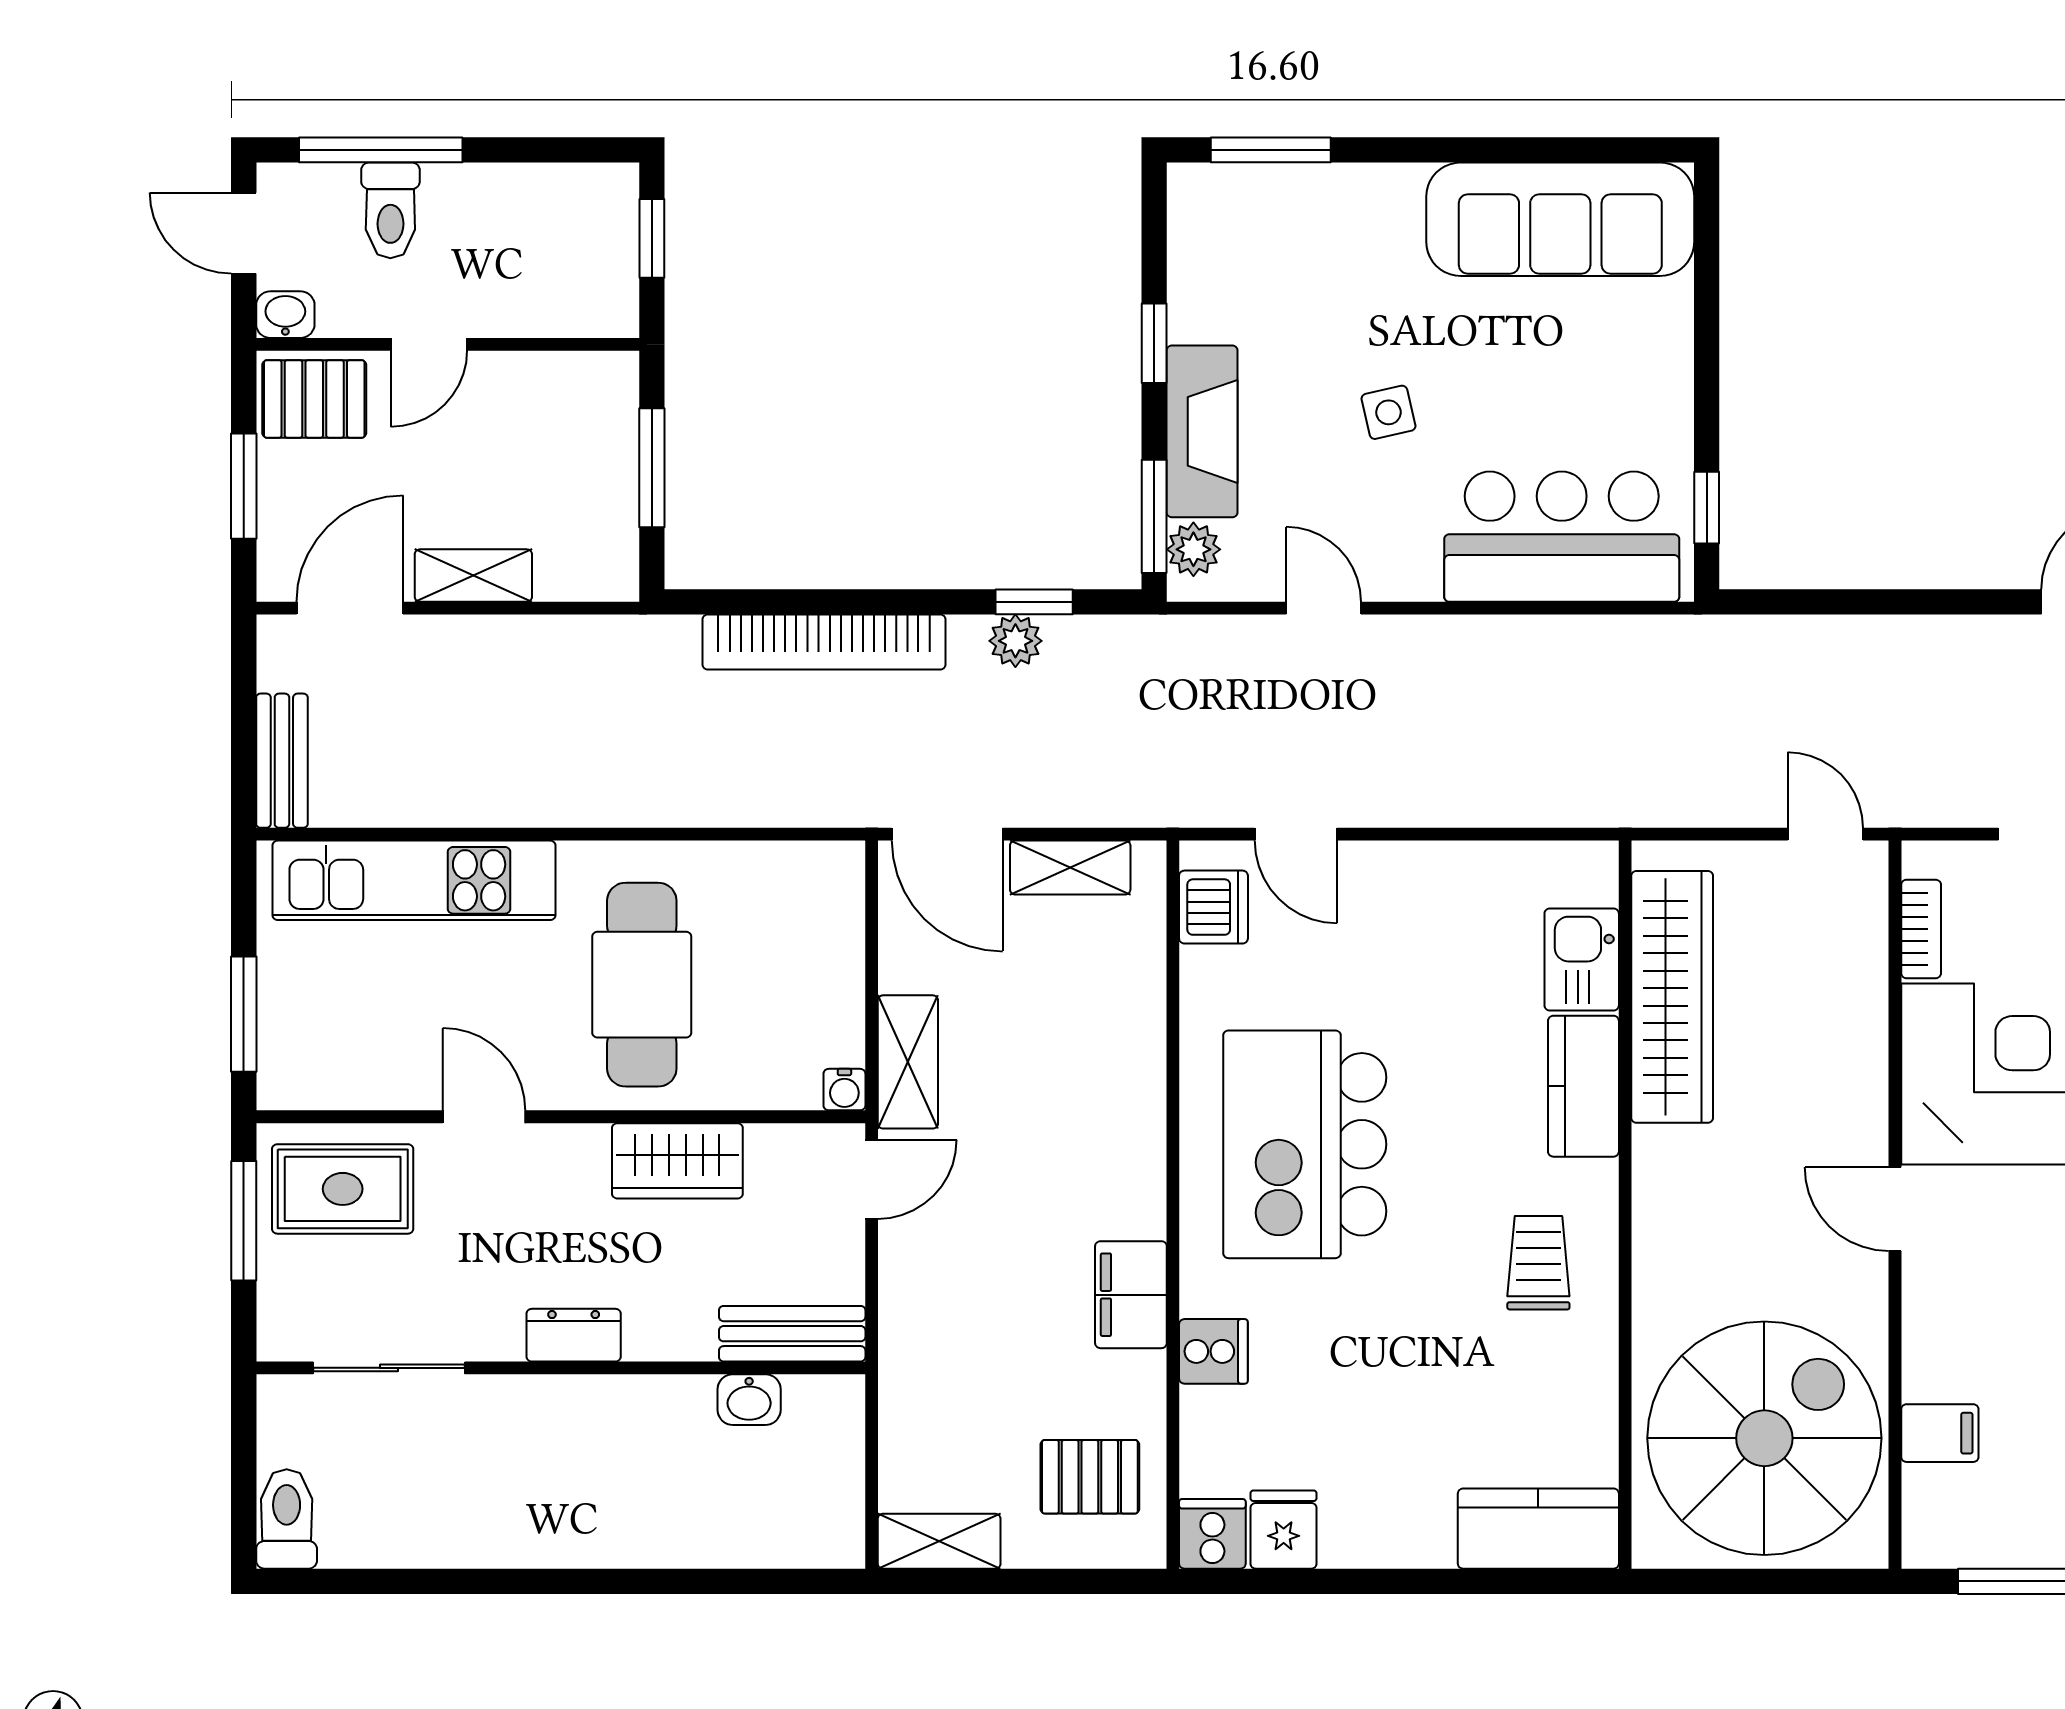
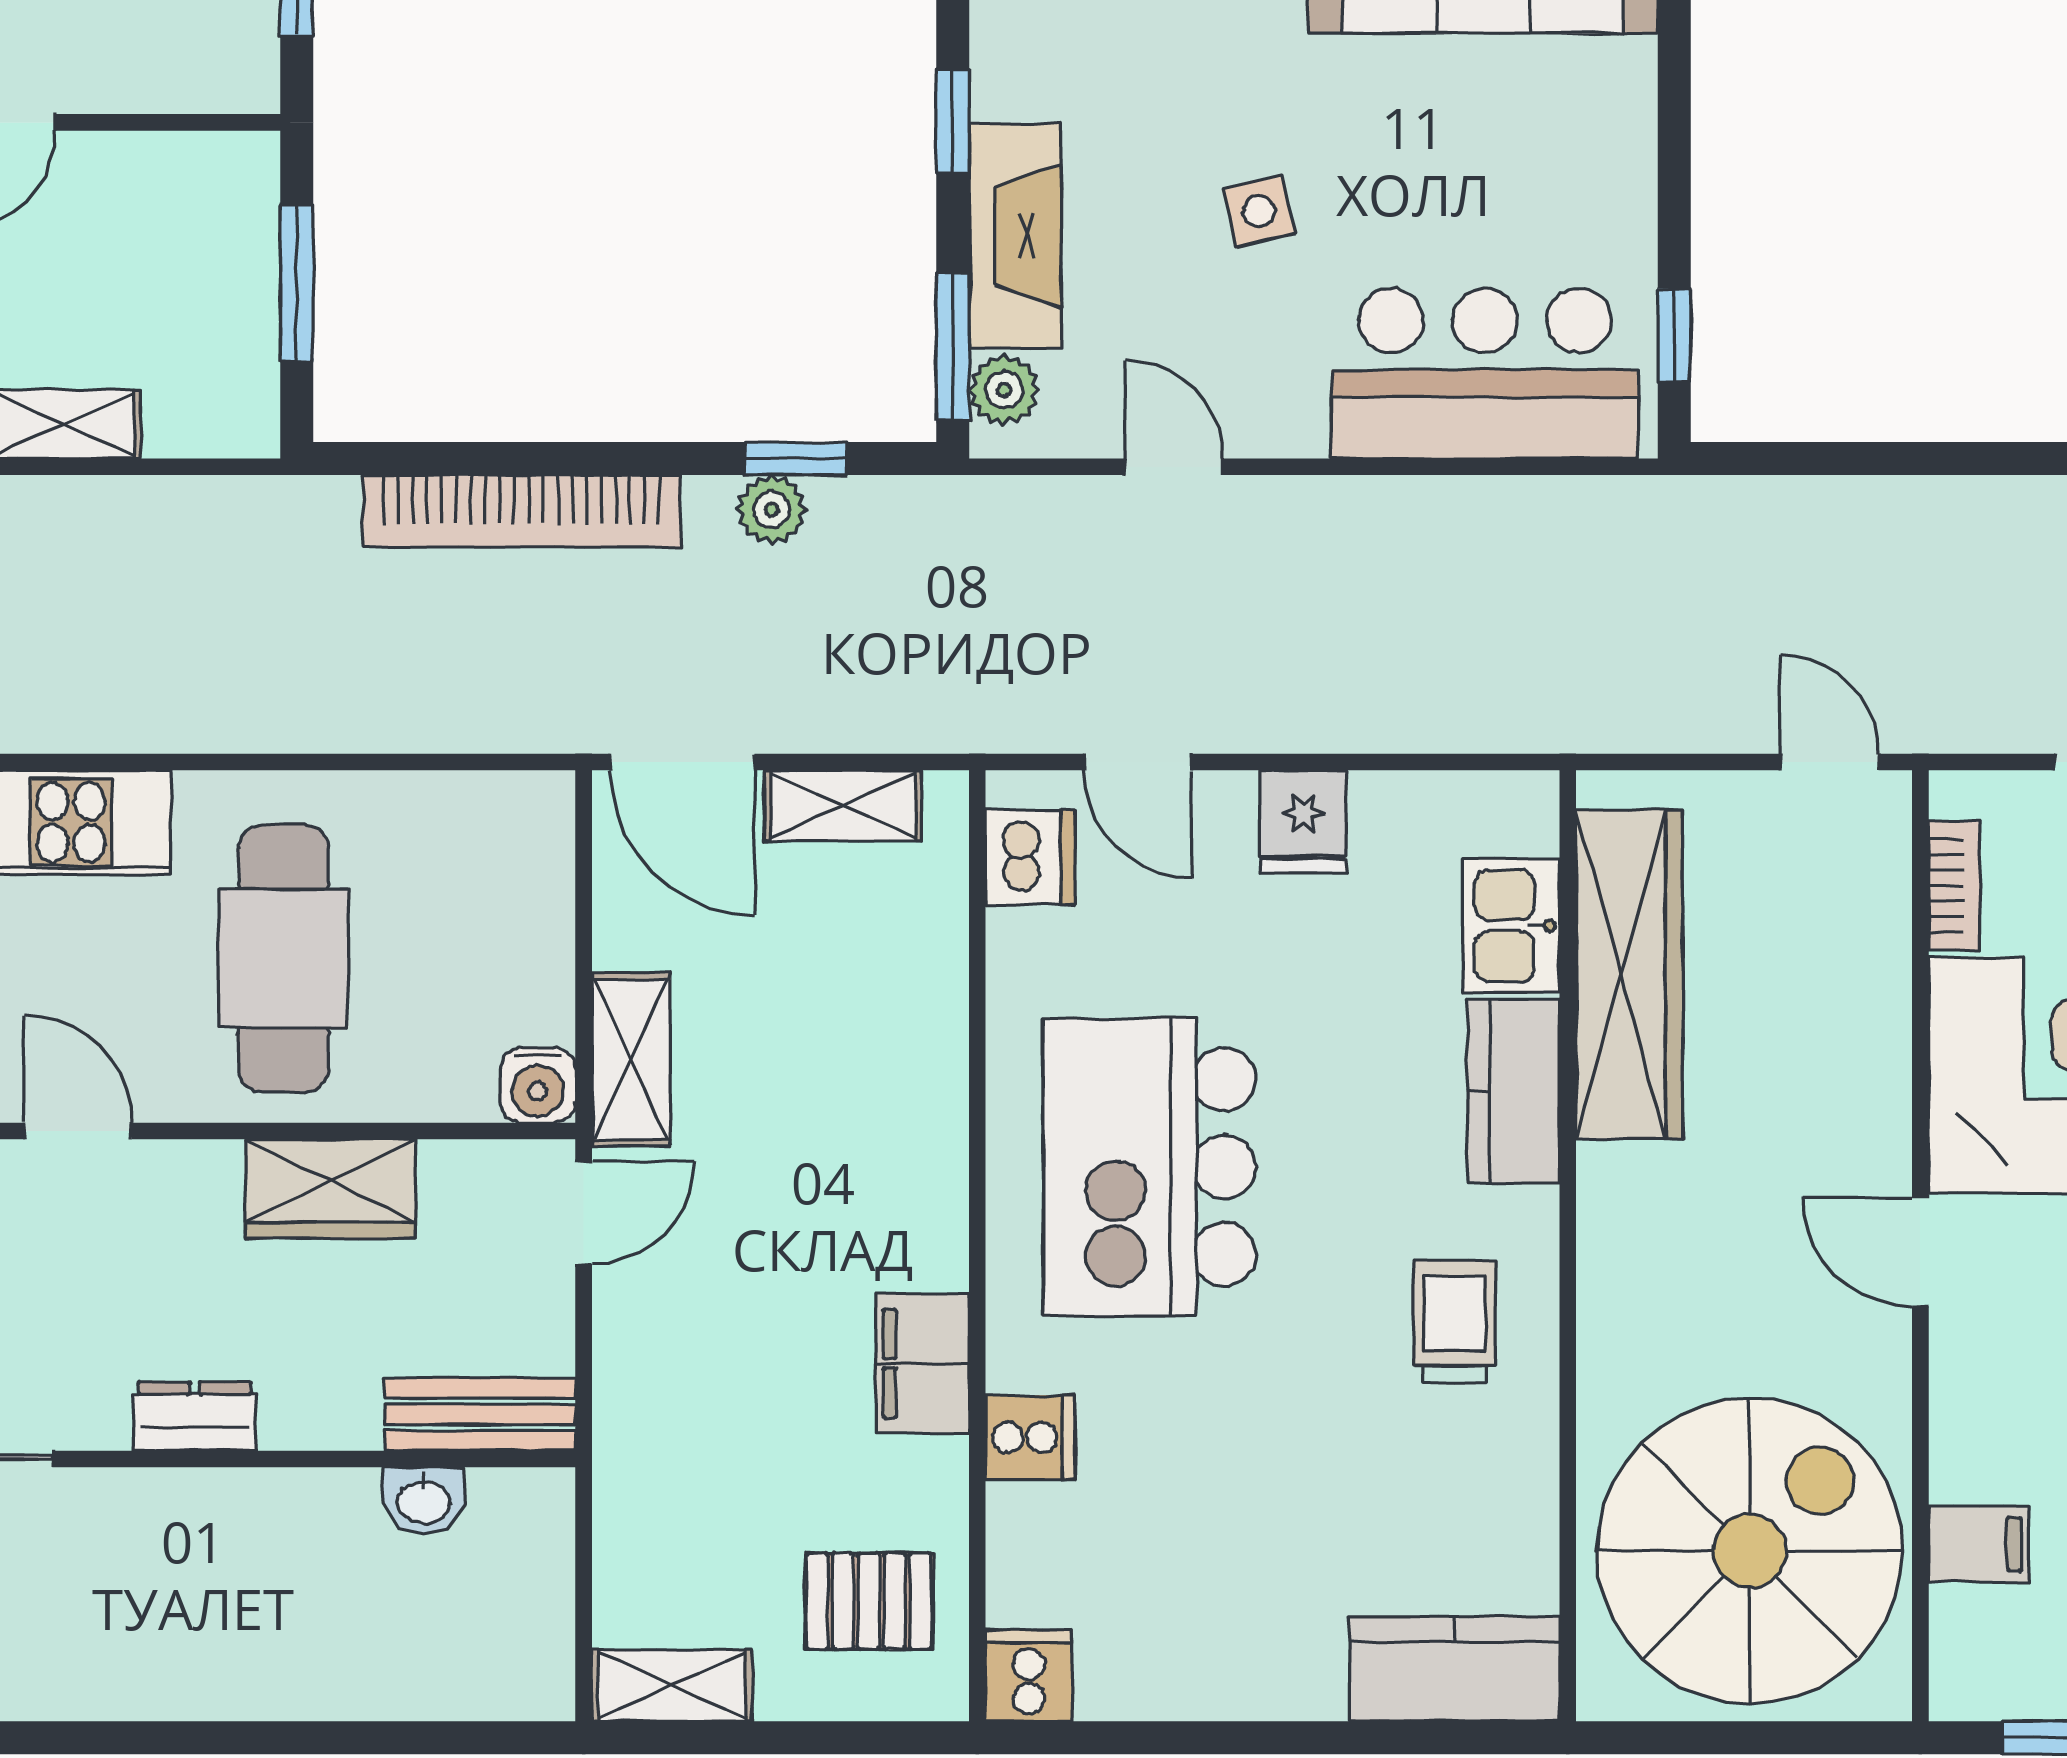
water cooler: (844, 1090) -> (538, 1085), width x1.38, depth x1.38
fridge: (1284, 1530) -> (1303, 821), moved, turned 180

